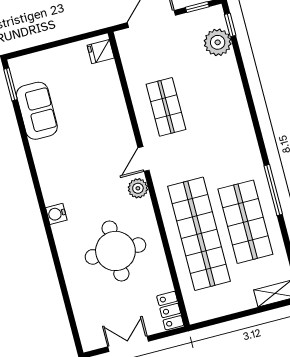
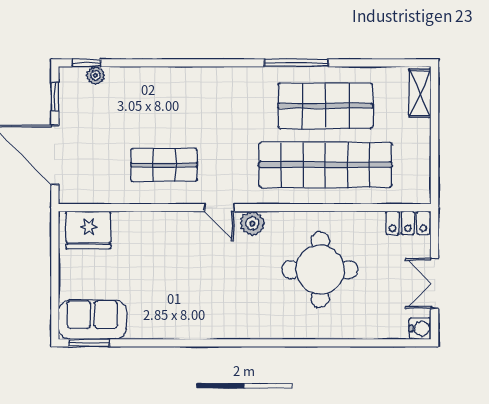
plant: (218, 42) -> (95, 75), width x0.53, depth x0.53
fridge: (101, 52) -> (88, 230), width x1.88, depth x1.34
sofa: (37, 111) -> (92, 320), moved
water cooler: (56, 214) -> (420, 329), moved, turned -90

